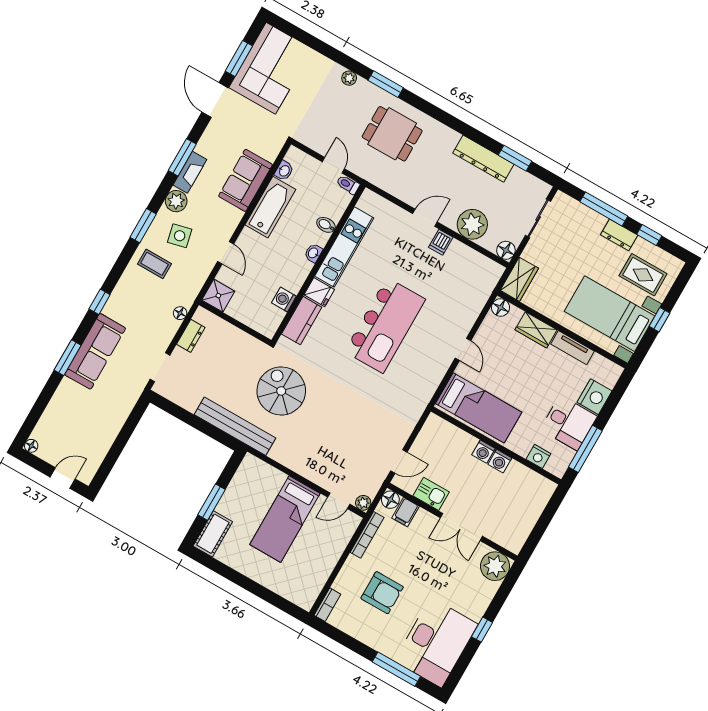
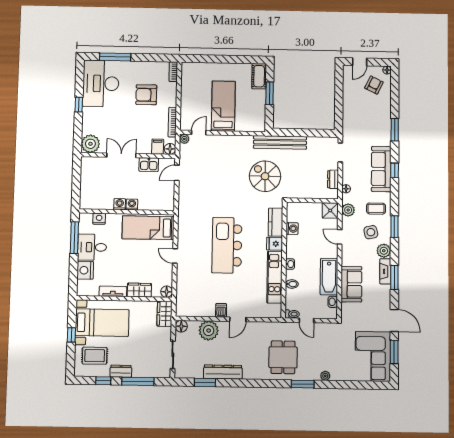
dining table: (392, 134) -> (283, 357), turned 90
plant: (194, 283) -> (348, 210), added
sofa: (95, 351) -> (381, 169), moved
spiral stairs: (281, 391) -> (265, 176), turned 180
armchair: (61, 435) -> (374, 85), added

